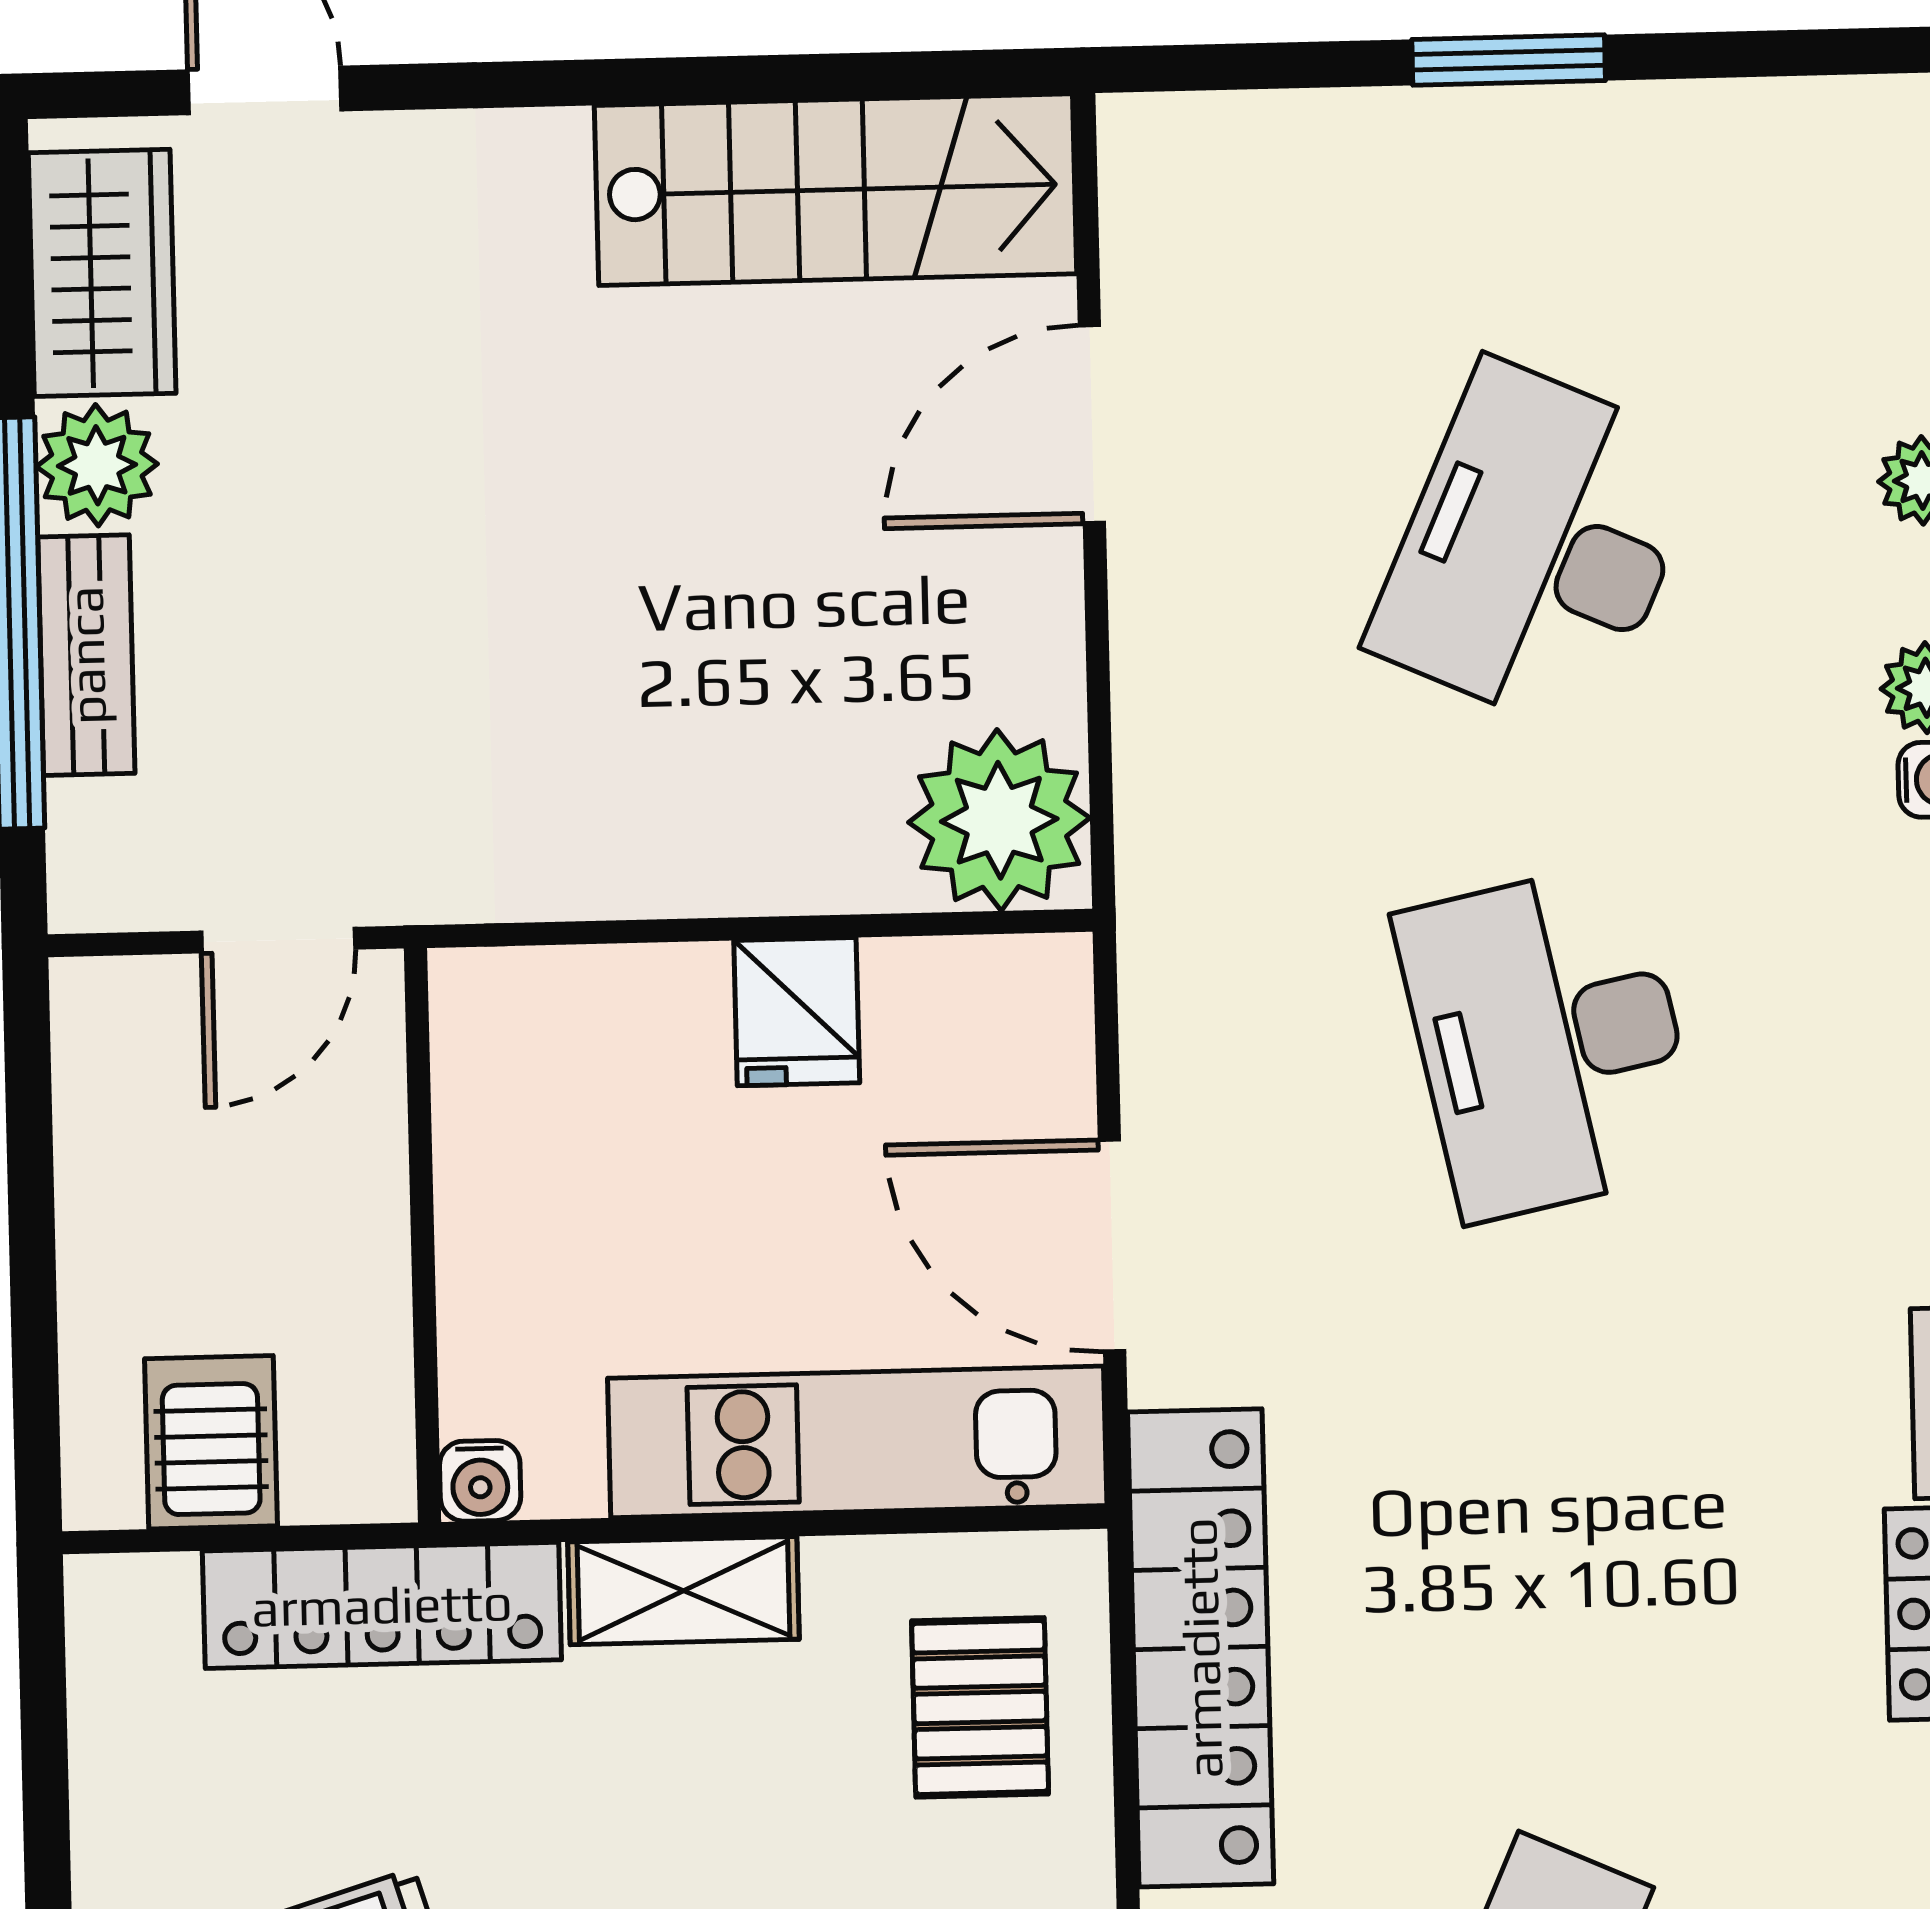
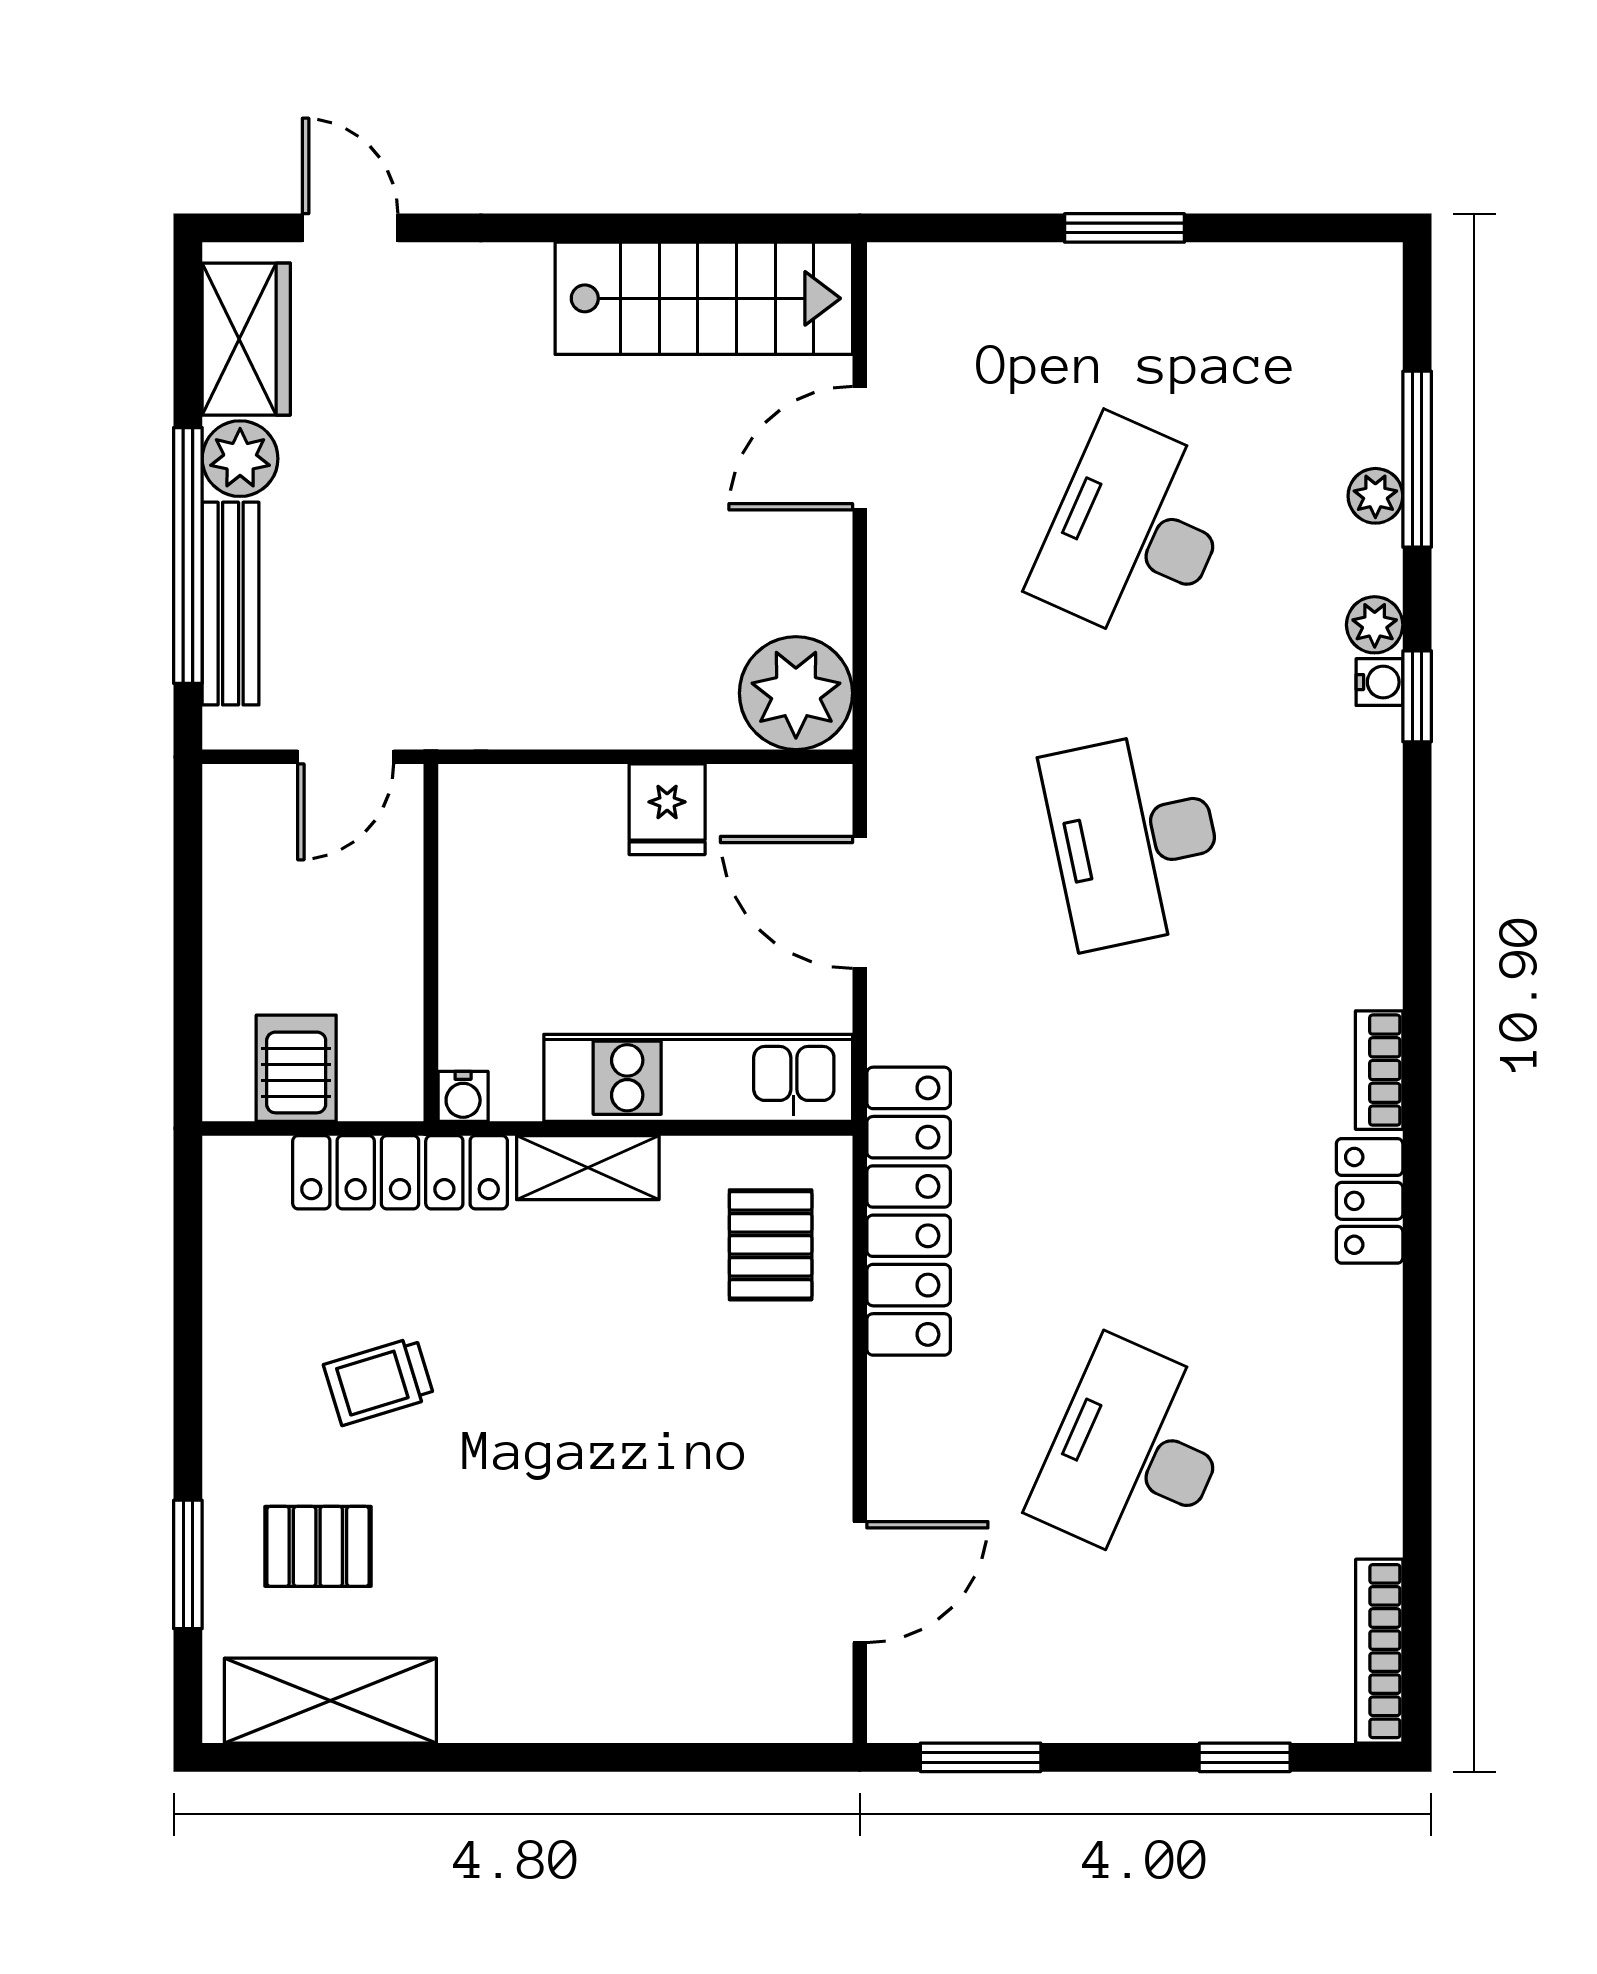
bench: (86, 655) -> (231, 604), width x1.36
door: (1112, 1246) -> (860, 902), moved

